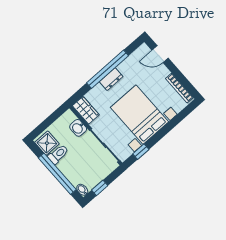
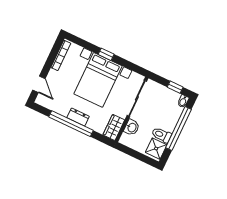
window: (141, 152) -> (106, 54), moved

